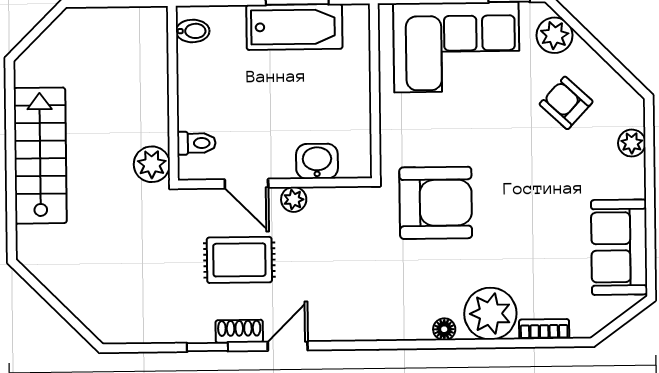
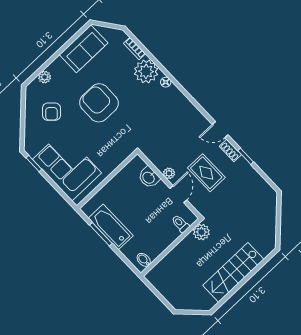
plant: (555, 35) -> (32, 137), removed
armchair: (436, 203) -> (99, 103), moved

